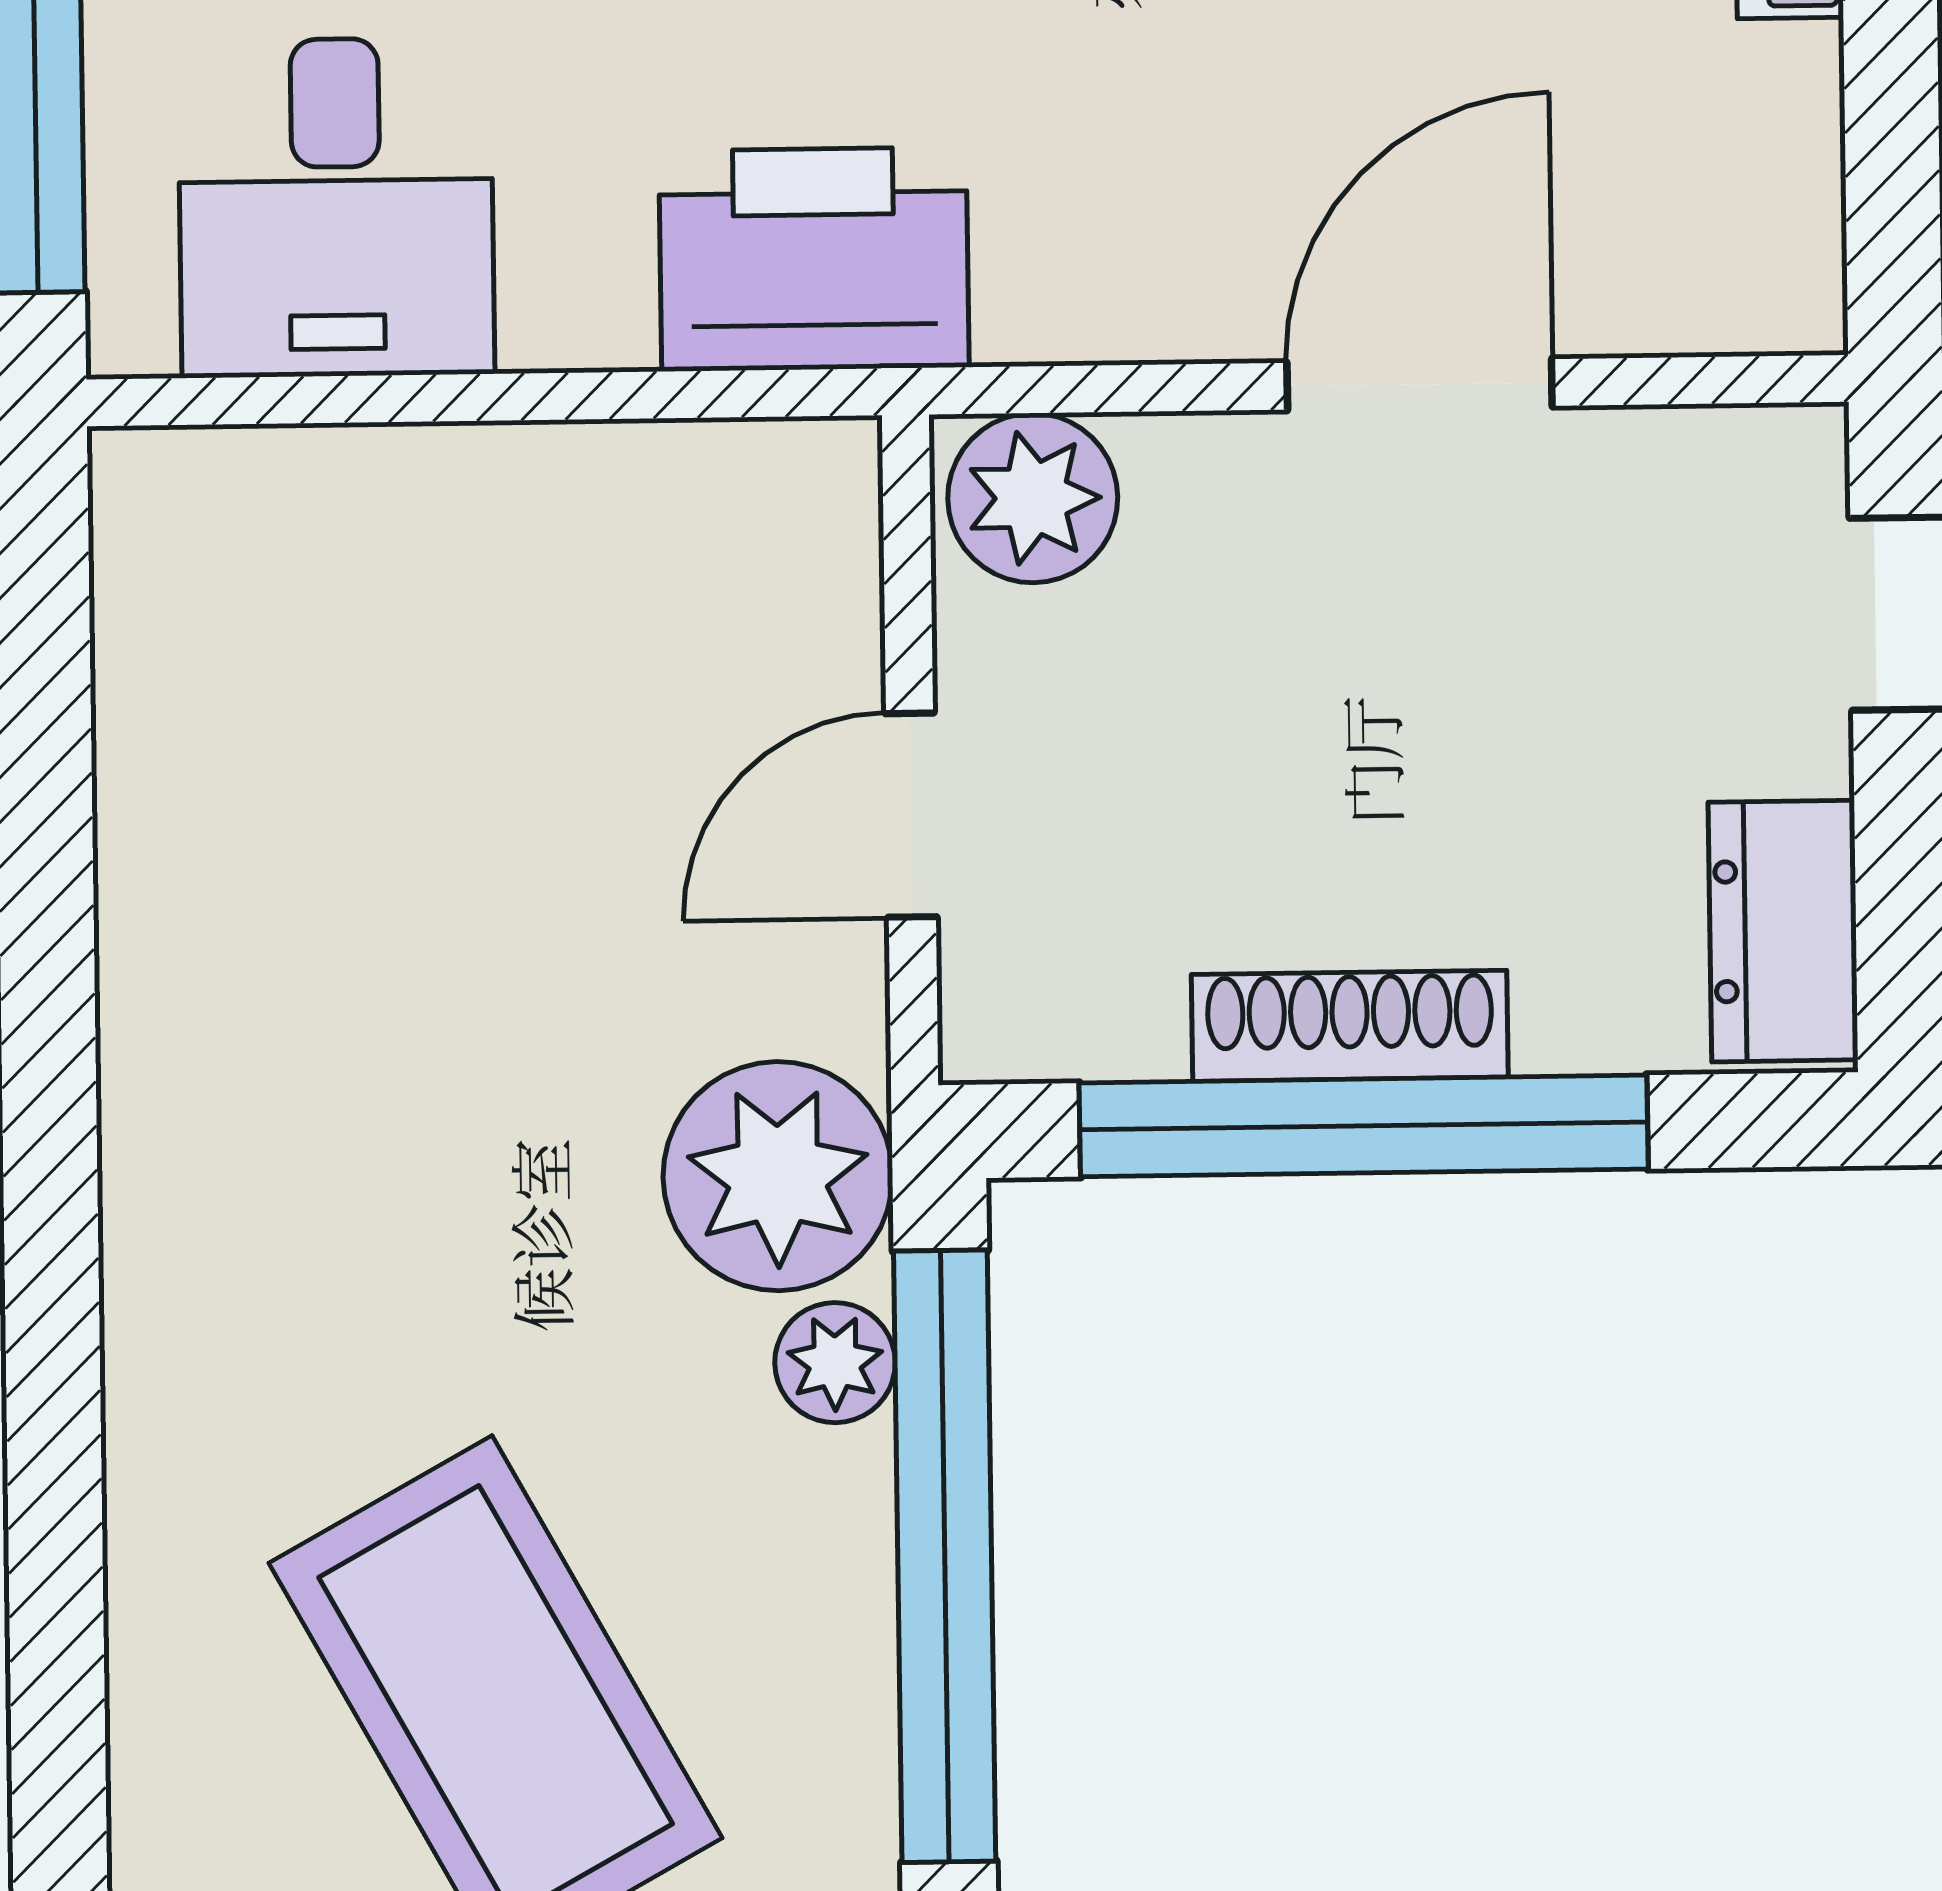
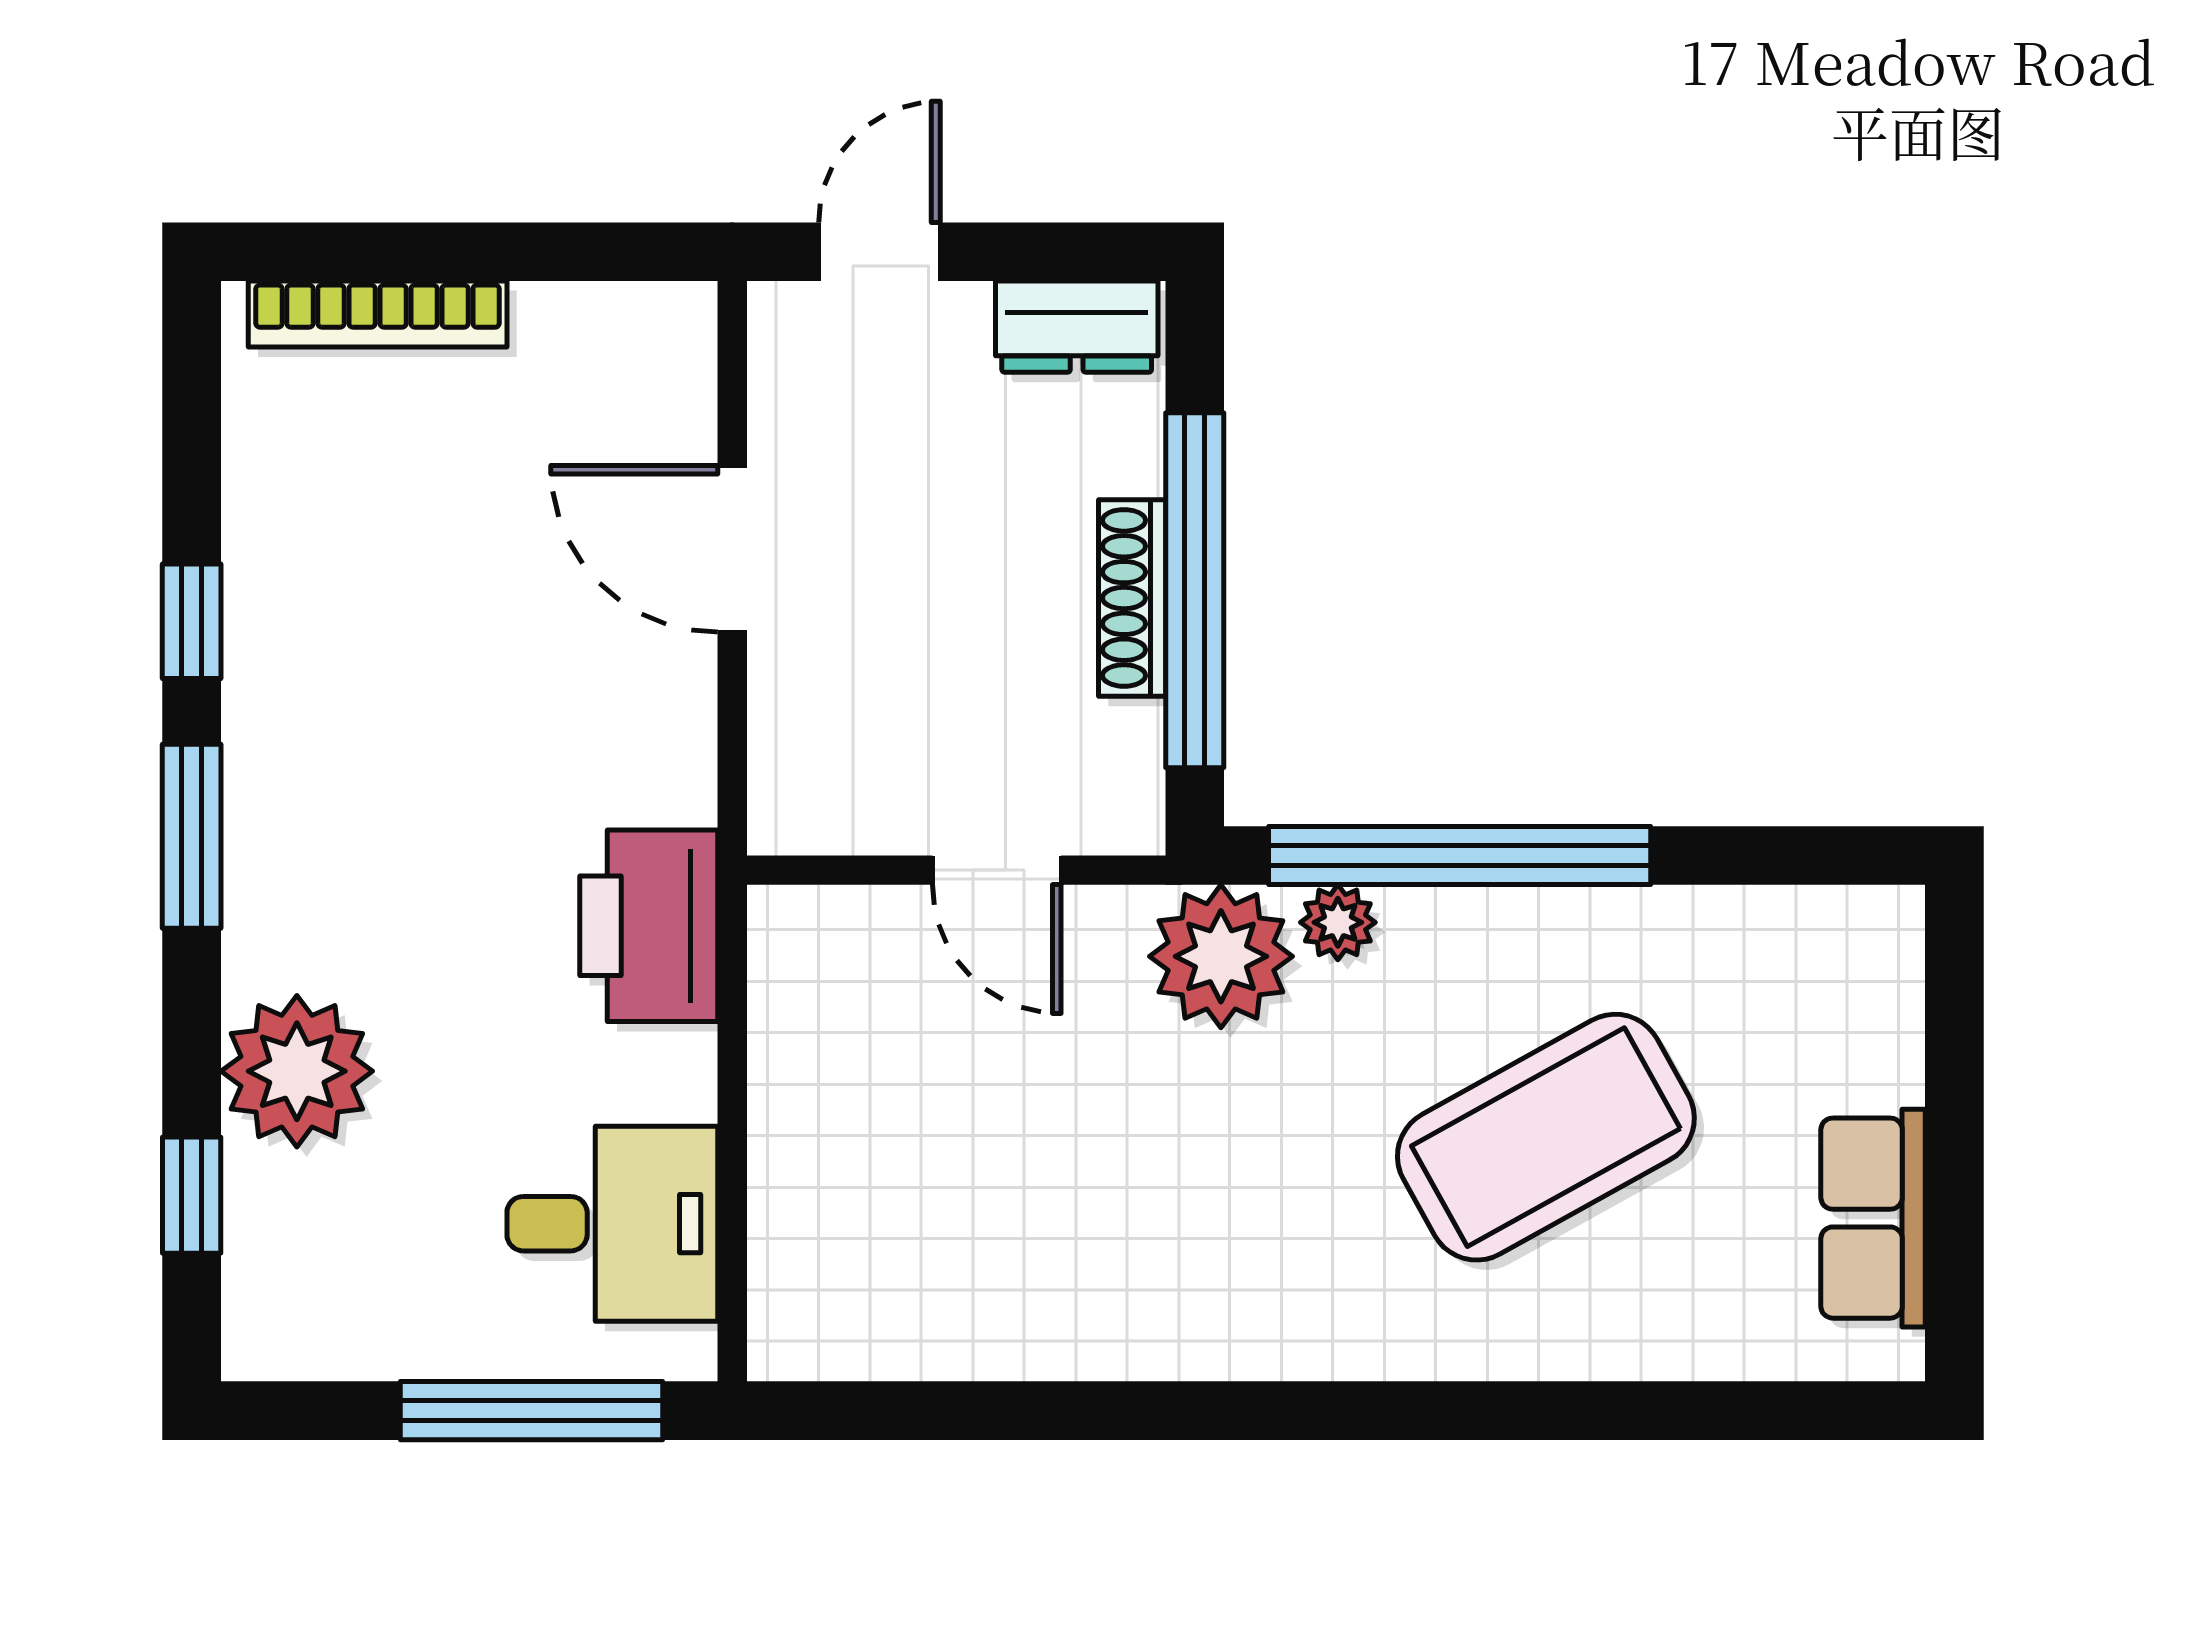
plant: (1033, 498) -> (800, 791), removed

